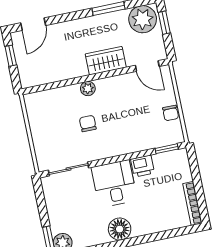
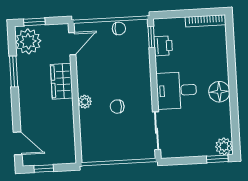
printer: (142, 166) -> (163, 46), moved

